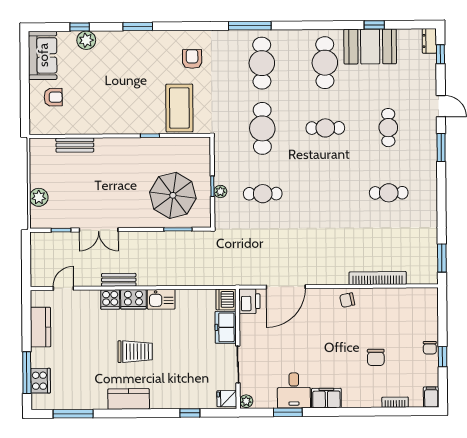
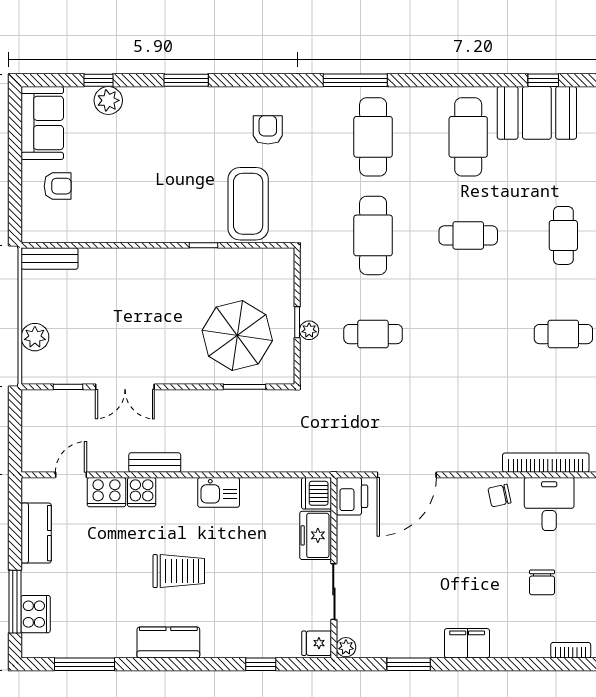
bench: (75, 145) -> (49, 259), moved
cooker: (133, 299) -> (106, 492), moved
desk: (294, 390) -> (549, 504), moved, turned 180

